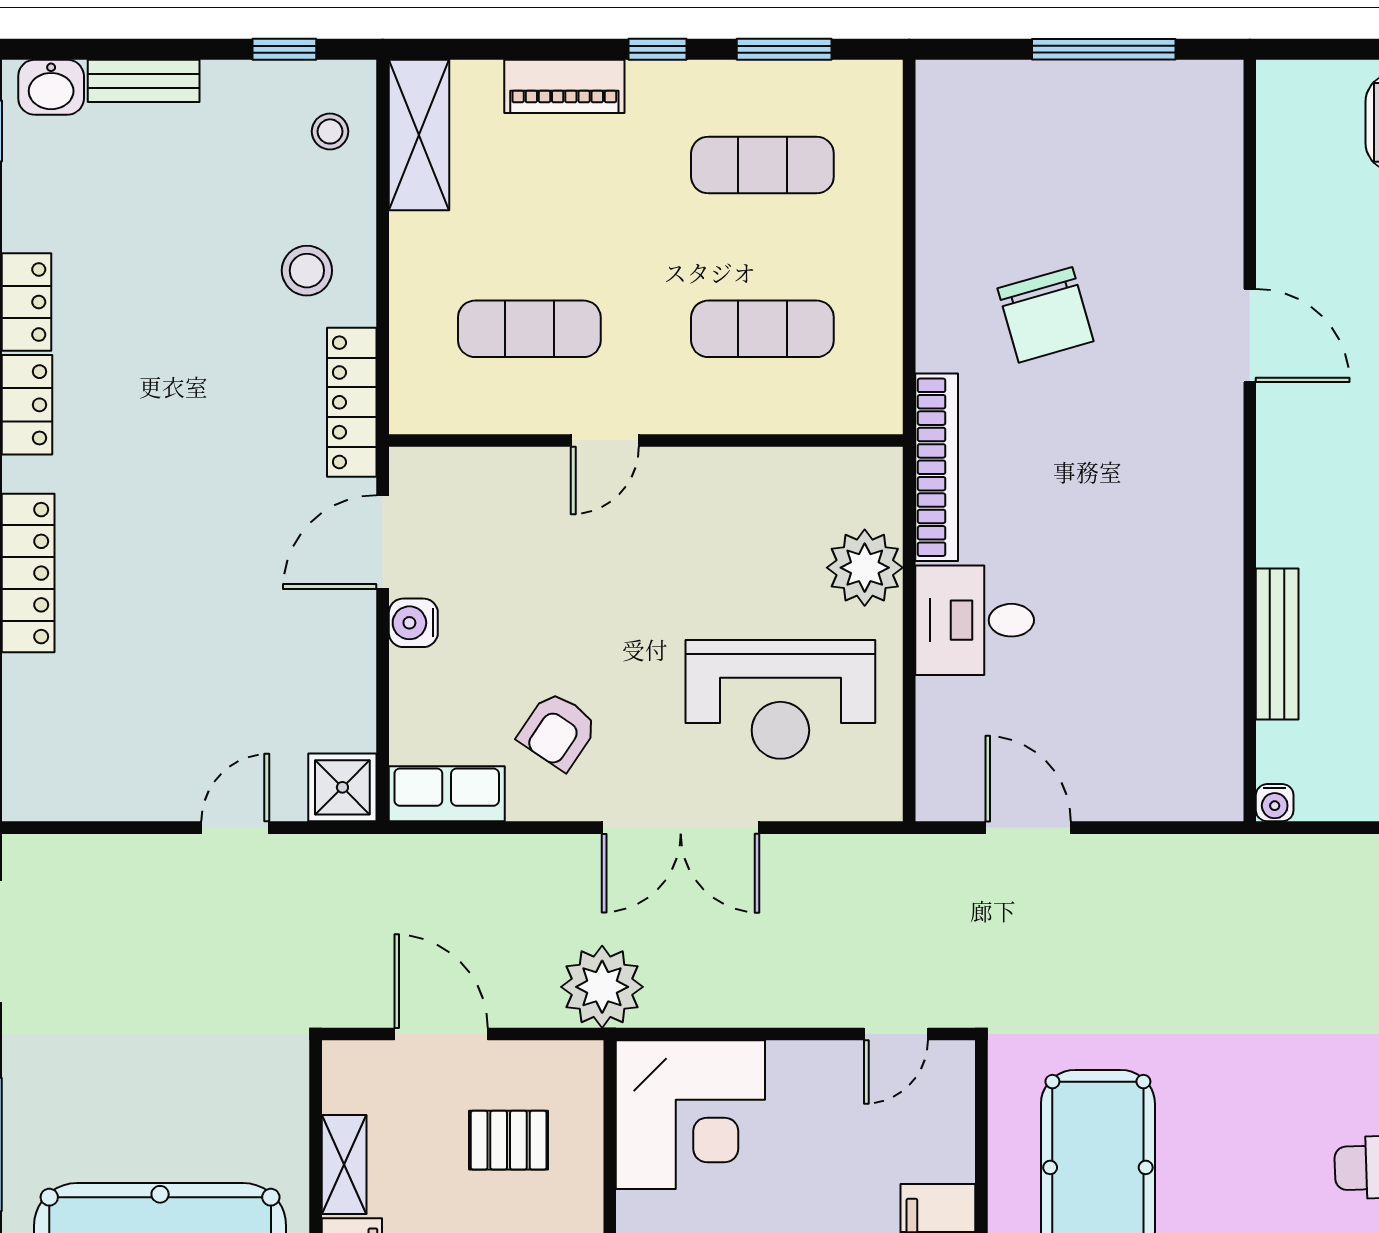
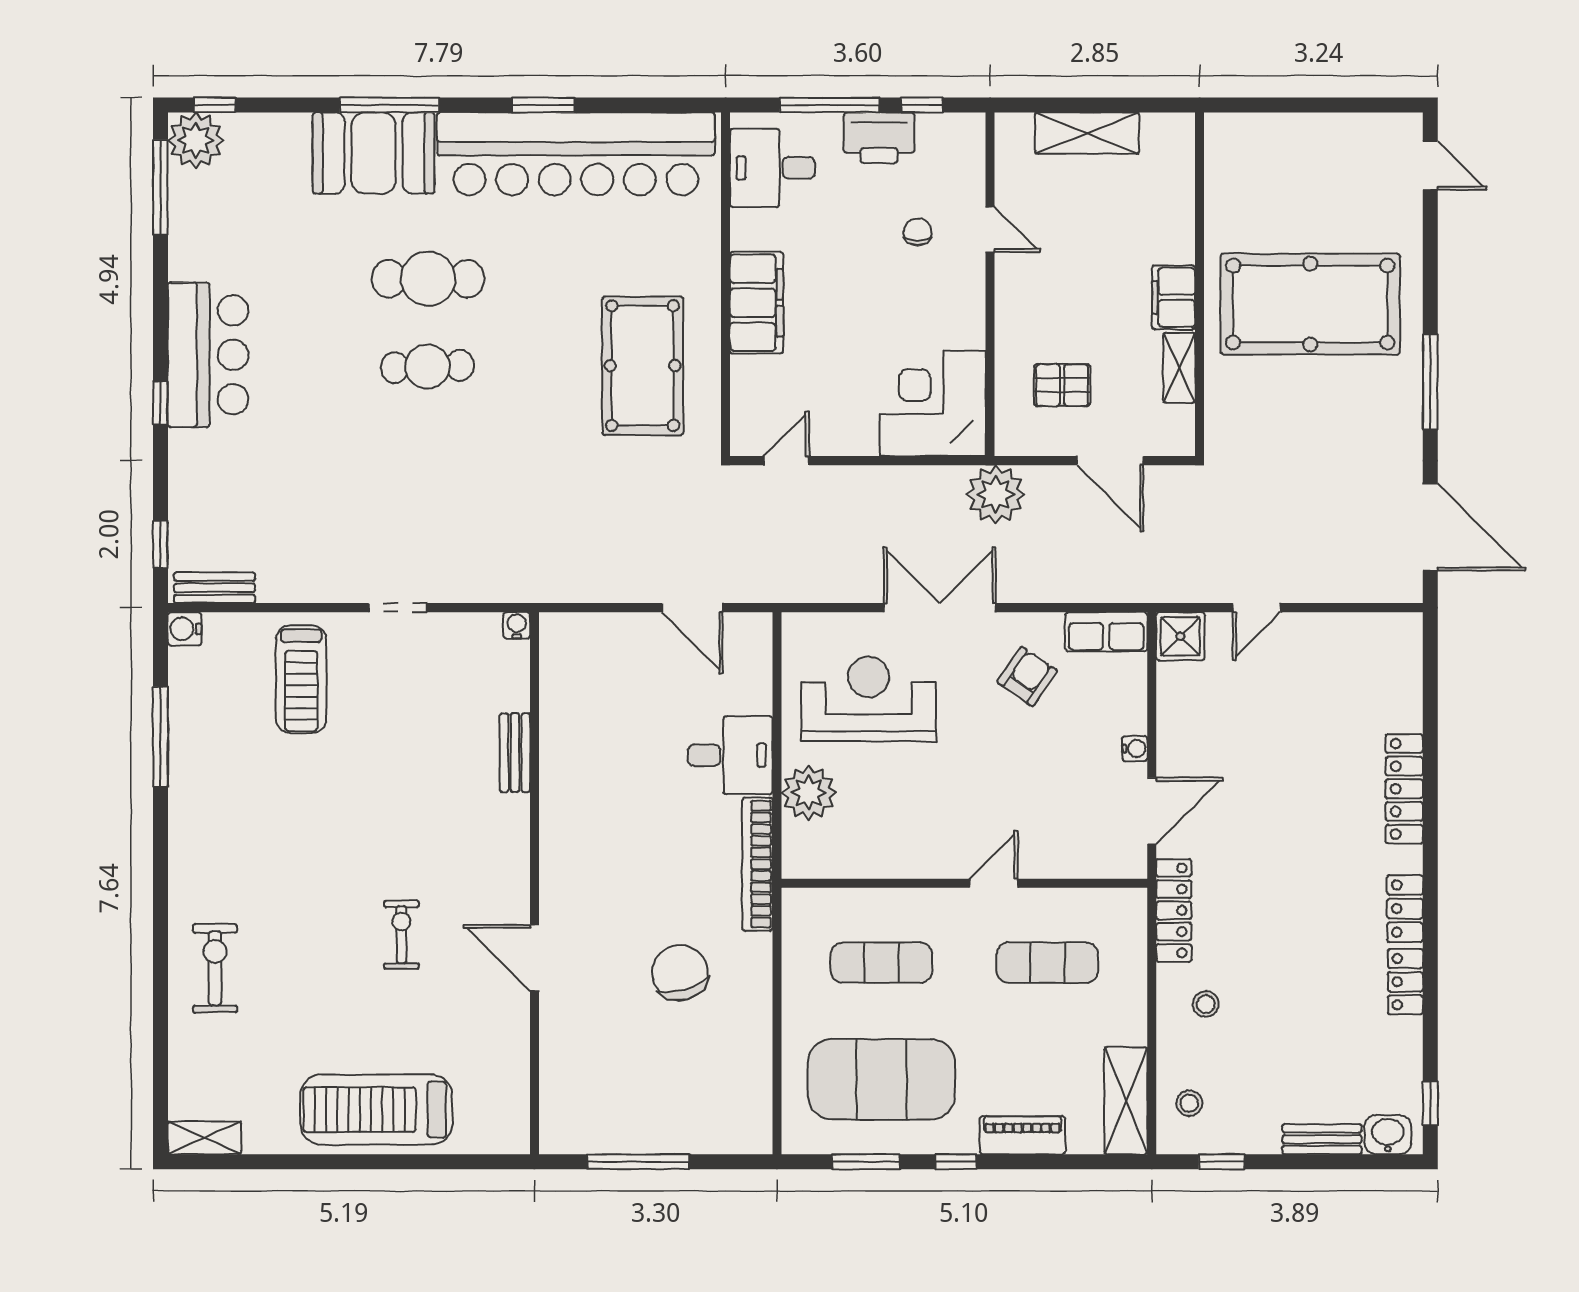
exercise mat: (762, 165) -> (881, 1079), width x2.00, depth x1.45
stool: (307, 271) -> (1206, 1004), width x0.73, depth x0.73
water cooler: (413, 623) -> (1135, 749), width x0.72, depth x0.72
bench: (1277, 644) -> (515, 753), width x0.73

